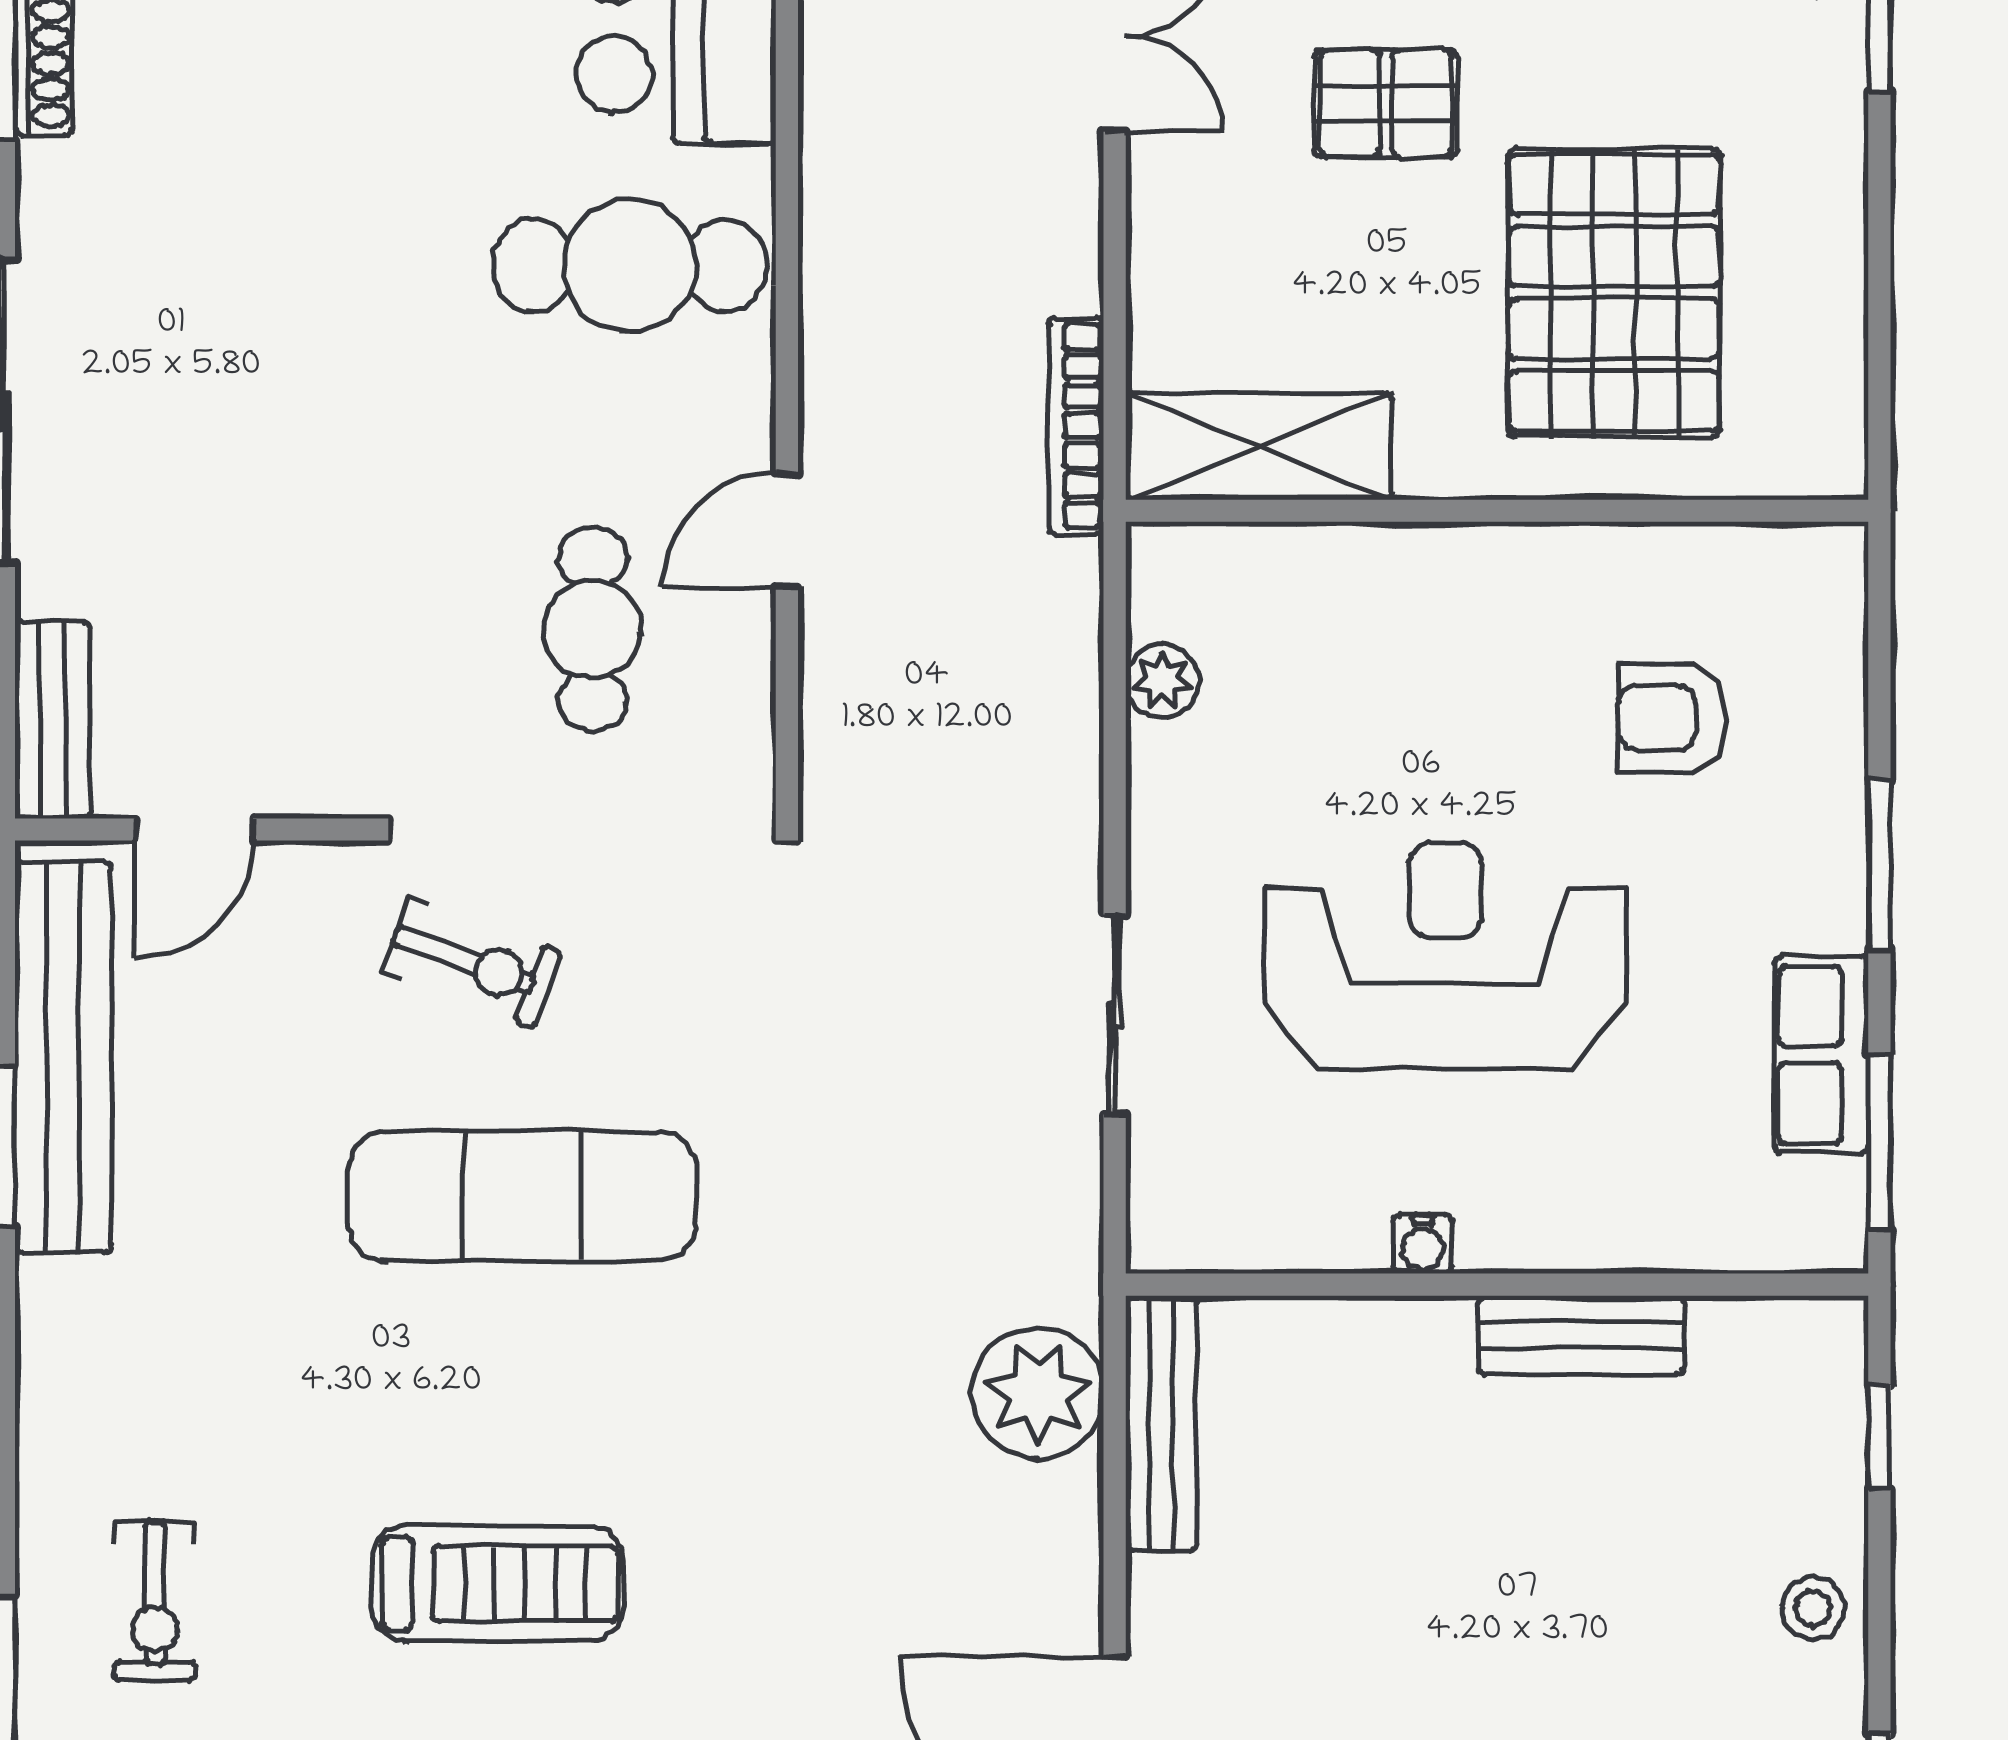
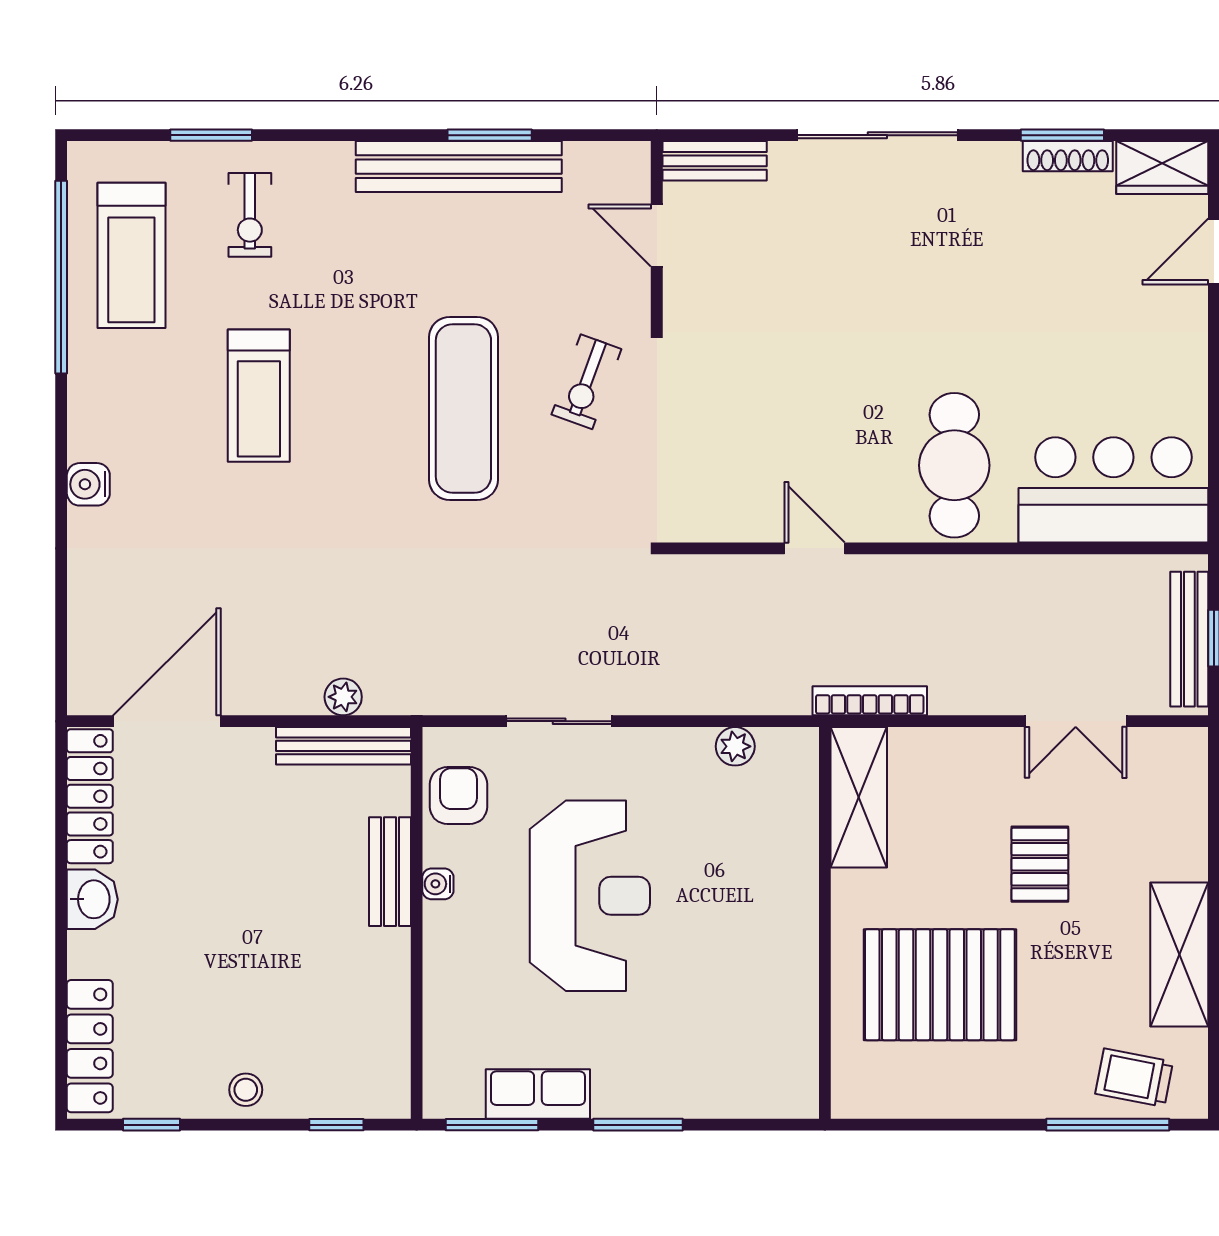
cafe table: (592, 629) -> (762, 446), removed
armchair: (1672, 718) -> (459, 795), moved
bench: (63, 1057) -> (459, 167), moved
bench: (1581, 1335) -> (390, 872), moved
plant: (1038, 1393) -> (343, 697), width x0.53, depth x0.53
exercise bike: (155, 1601) -> (250, 215), turned -90

